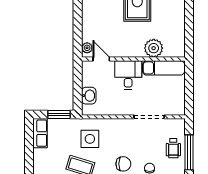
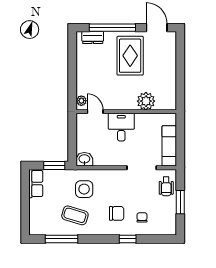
exam couch: (164, 68) -> (169, 146), moved, turned 90
washbasin: (89, 96) -> (84, 159), moved, turned -90
wheelchair: (173, 148) -> (166, 186), moved
window: (189, 152) -> (180, 202), width x0.69

